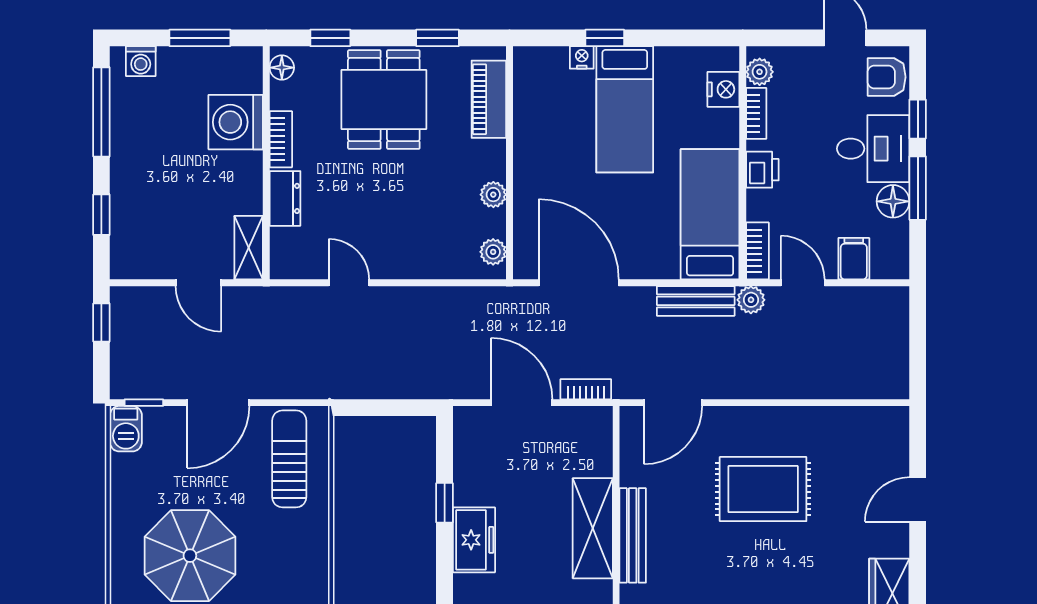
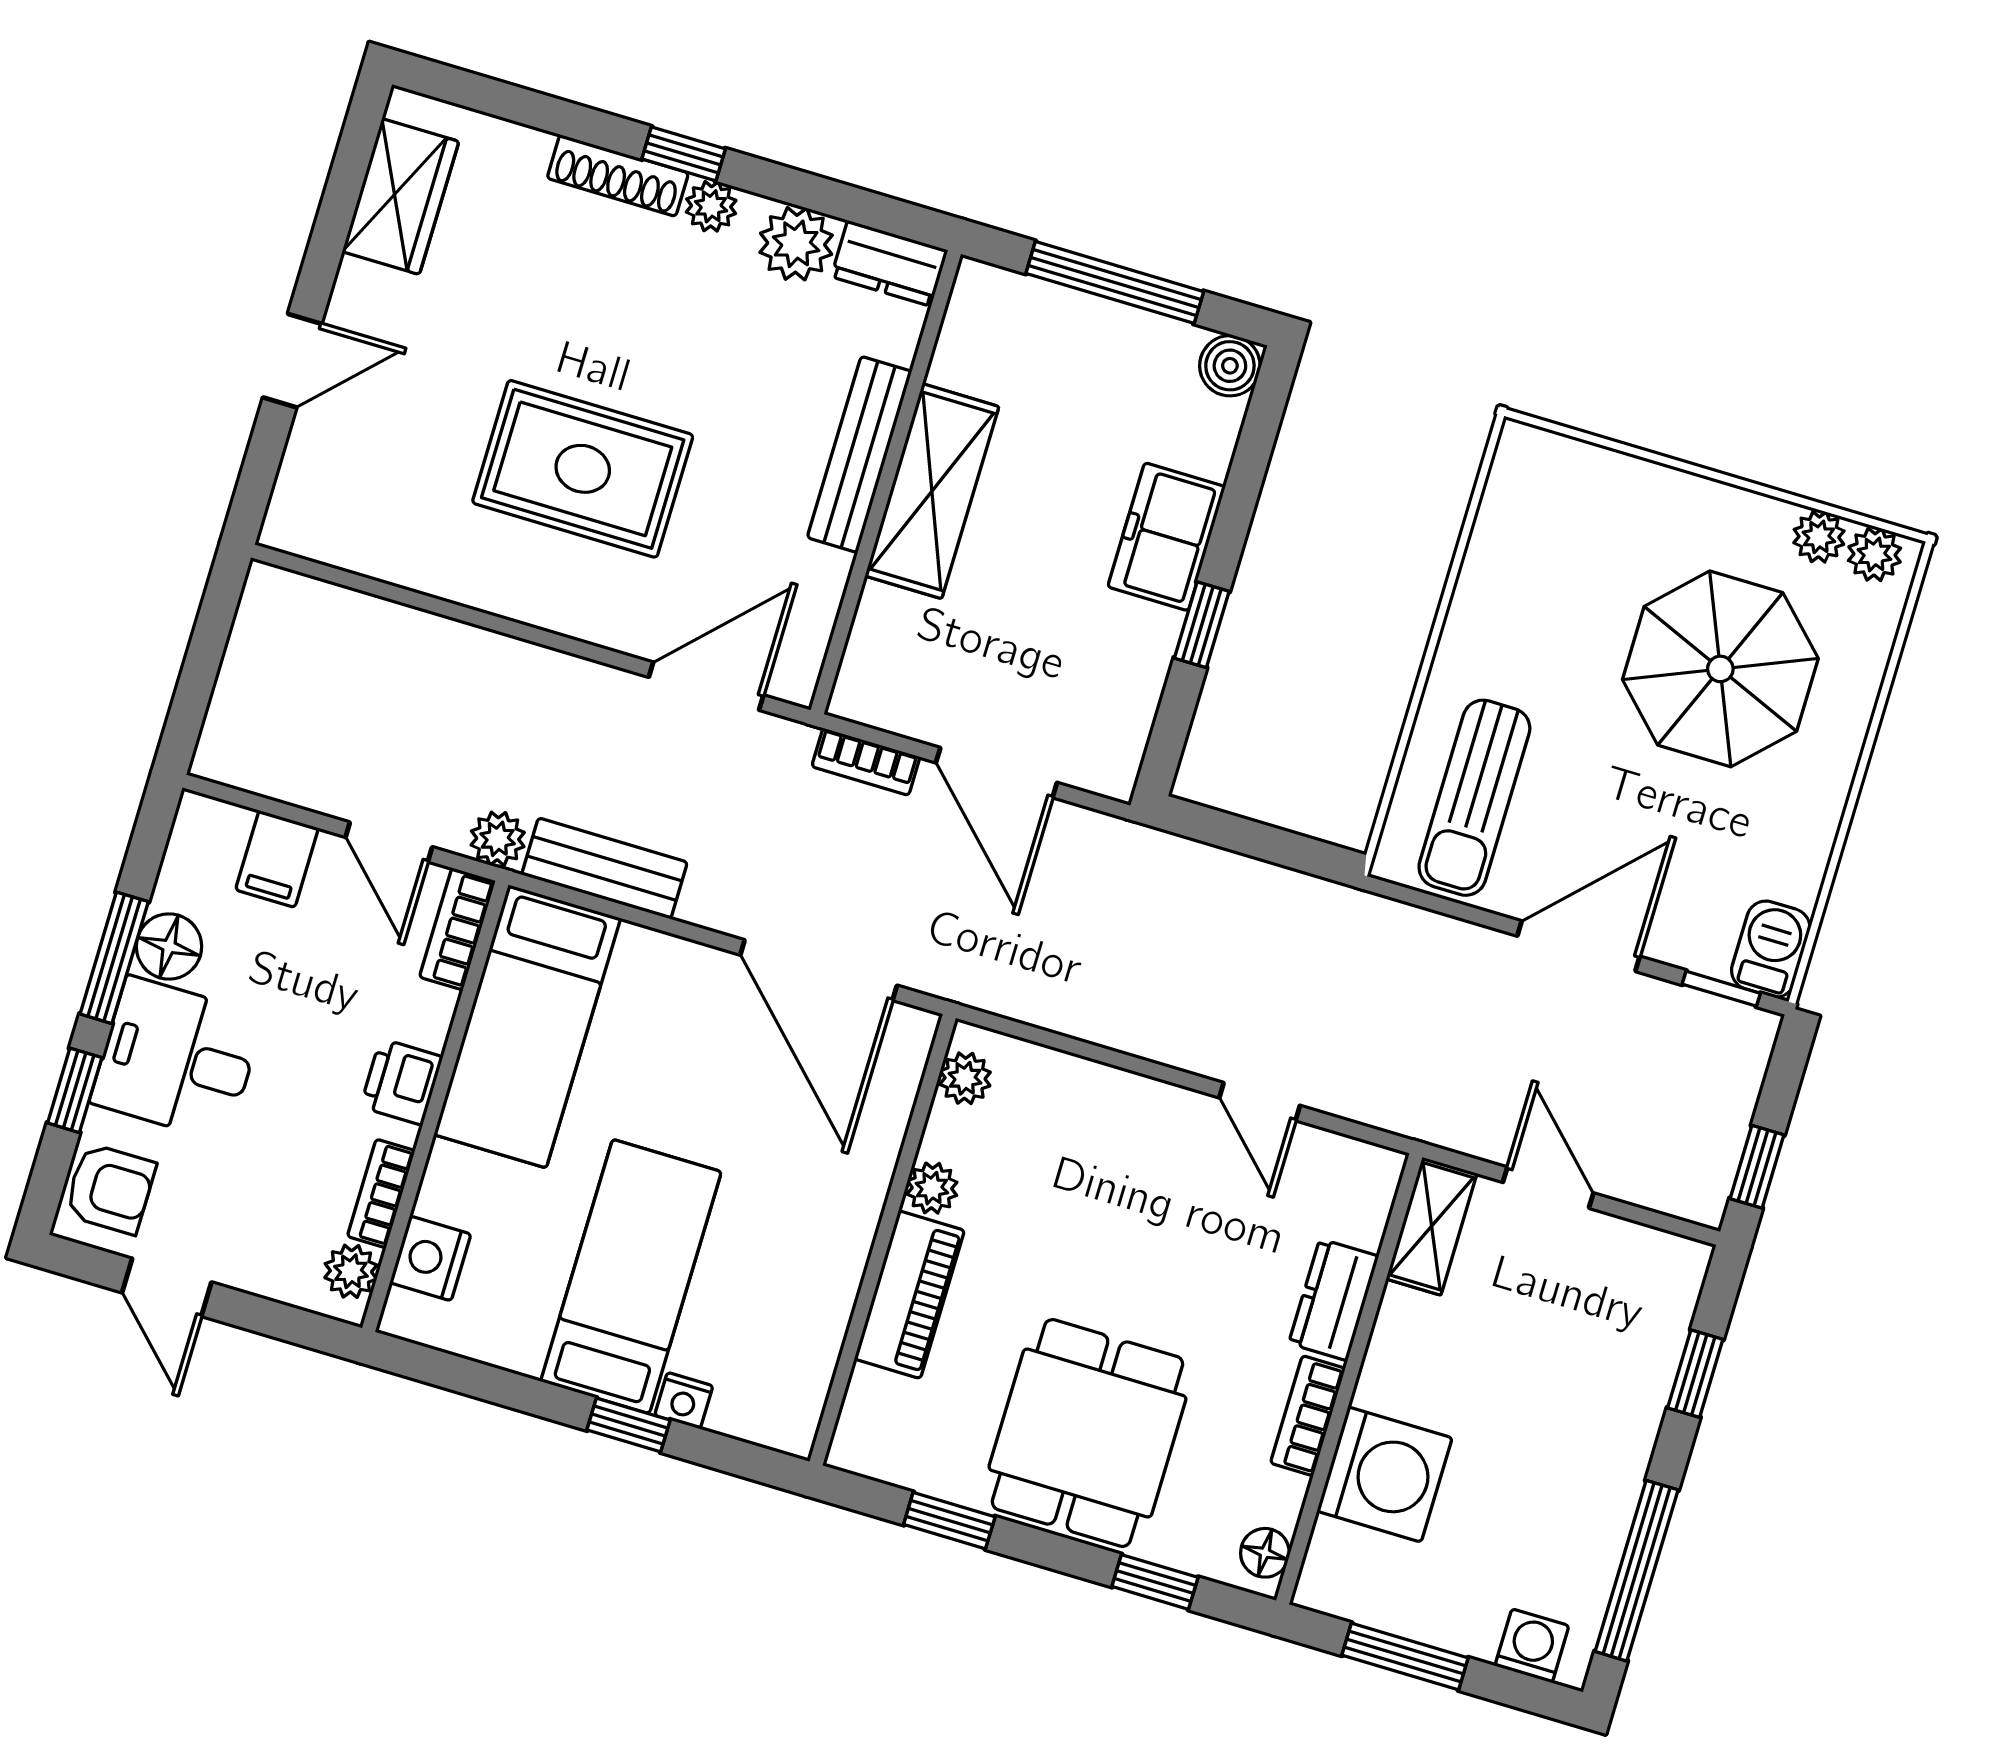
piano: (489, 99) -> (909, 1295), moved

